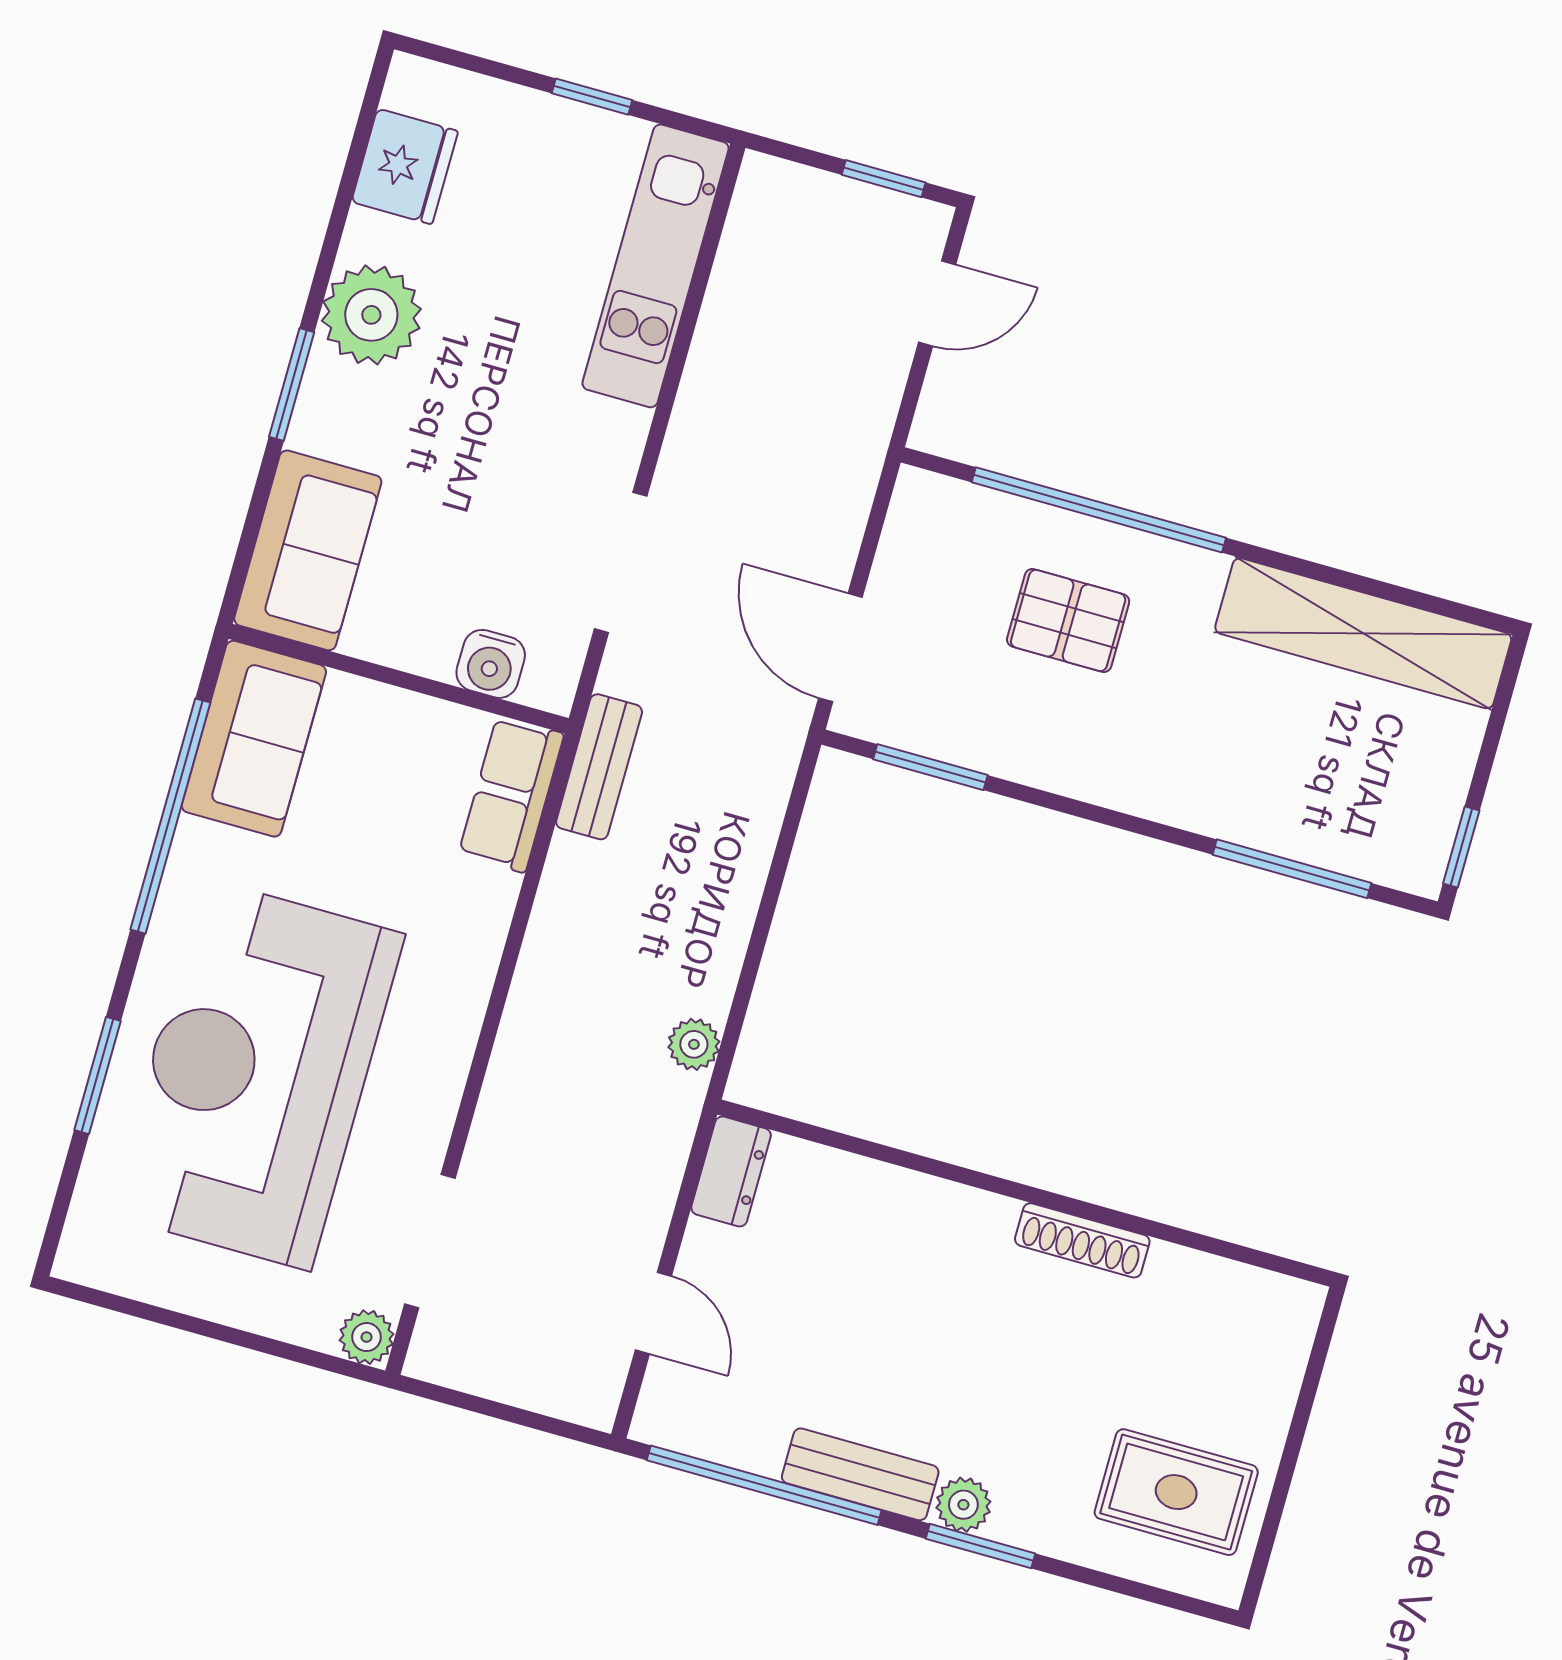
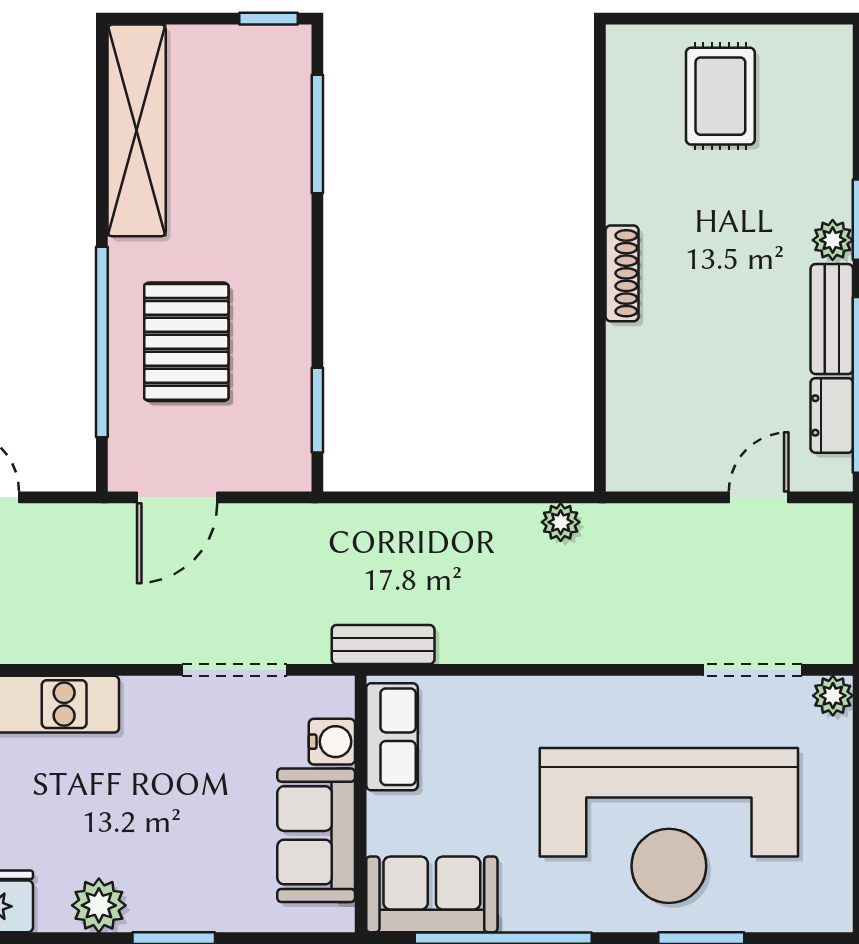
plant: (371, 315) -> (99, 905), width x0.73, depth x0.73
sofa: (308, 550) -> (316, 835), moved, turned -90
pallet: (1068, 620) -> (186, 342), width x1.50, depth x1.42
door: (840, 648) -> (177, 497), moved
row of seats: (511, 794) -> (392, 737), moved, turned -90
dresser: (731, 1171) -> (832, 415), moved, turned -90
shoe rack: (1082, 1240) -> (622, 273), moved
rug: (1176, 1492) -> (720, 96), moved

